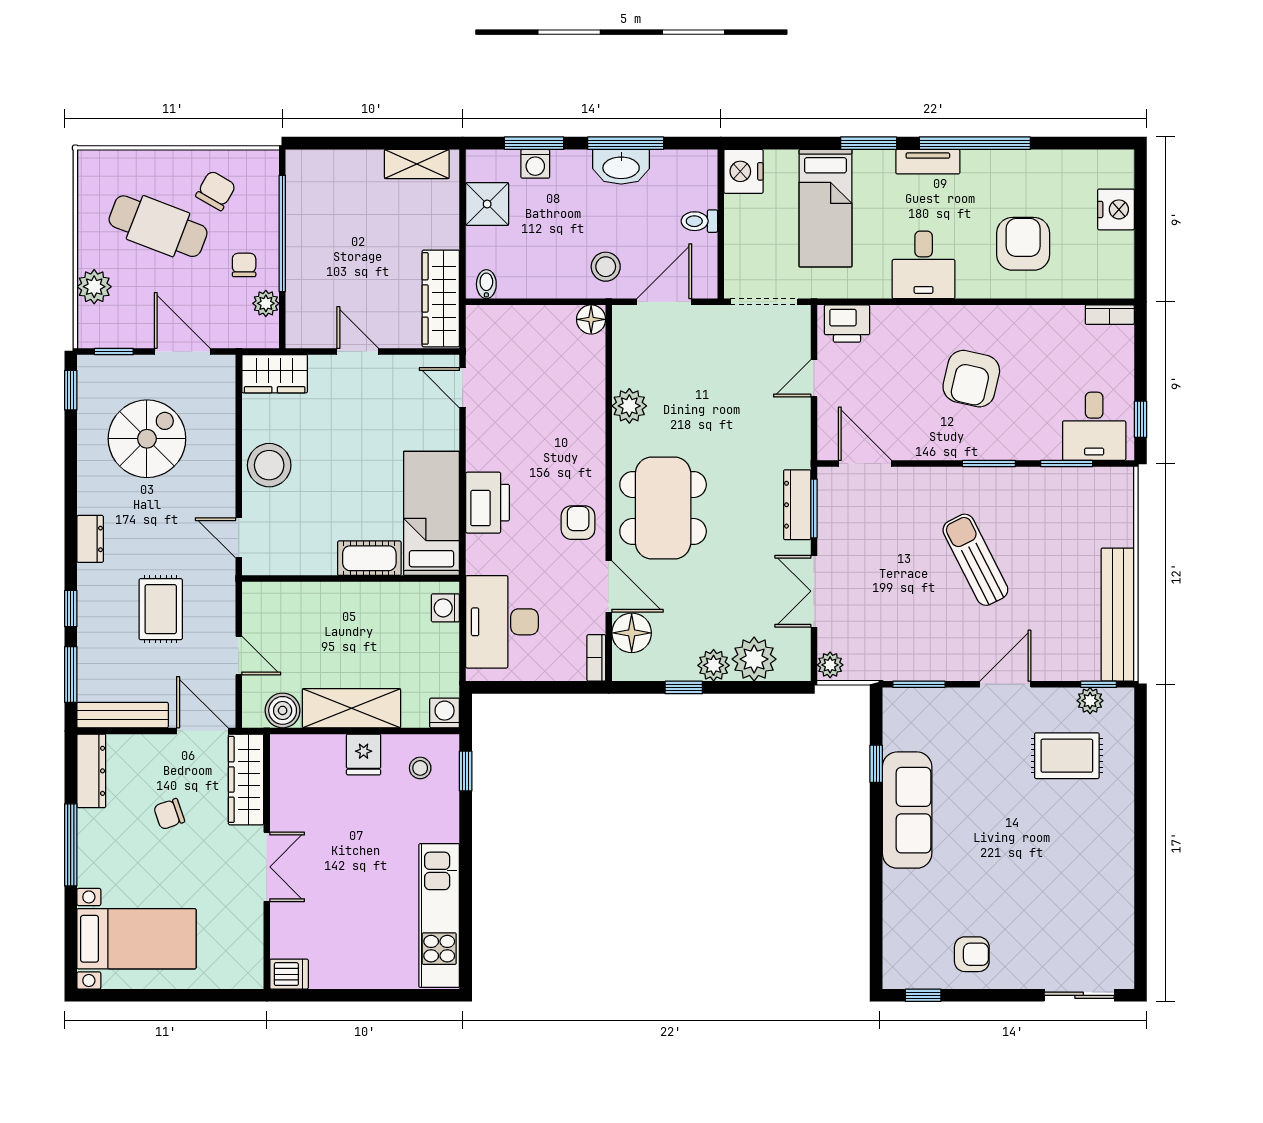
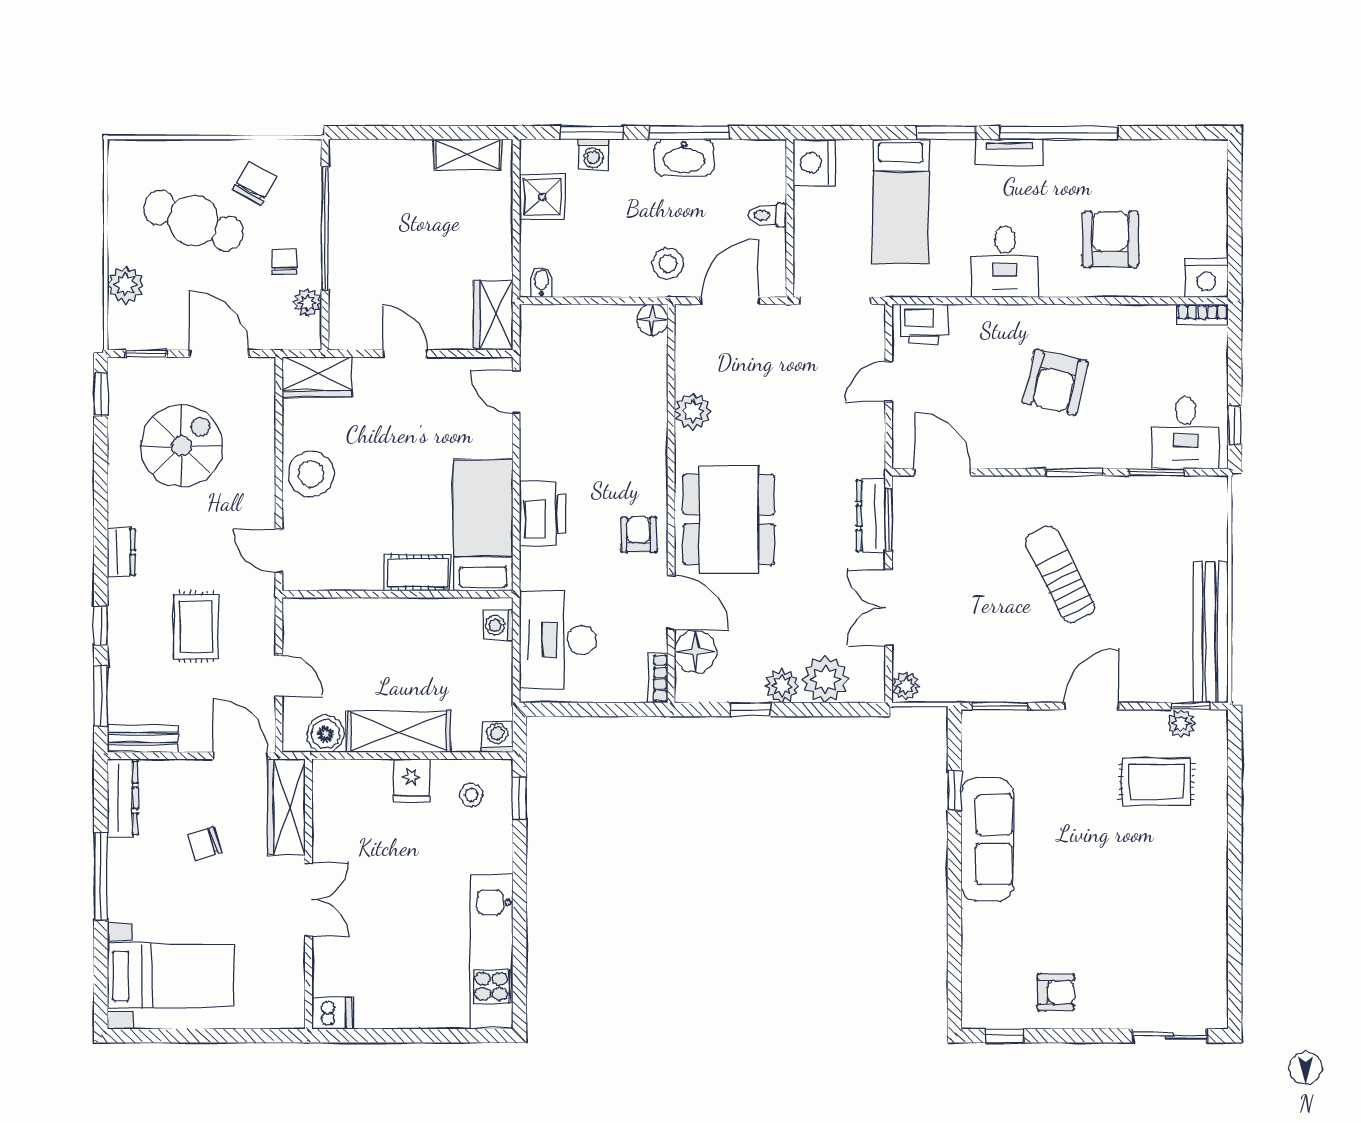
nightstand: (1116, 209) -> (1206, 278), moved, turned 90
wardrobe: (441, 298) -> (493, 314), width x0.67
bench: (123, 715) -> (143, 739), width x0.73

